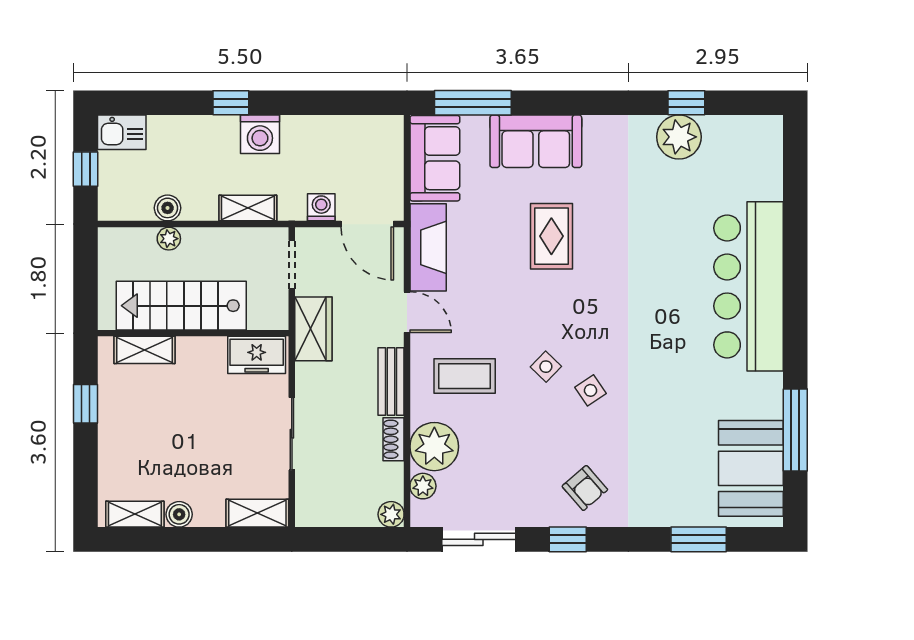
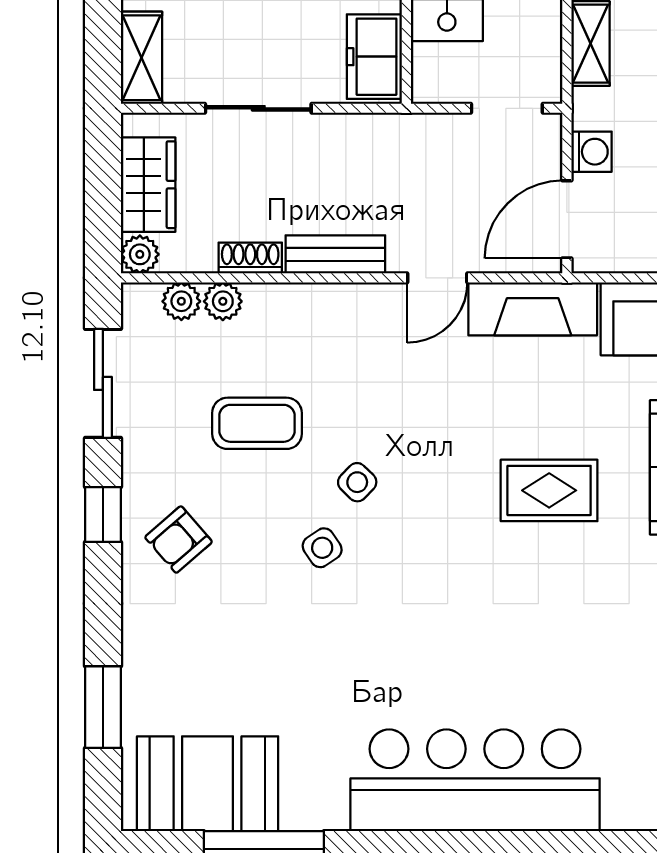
wardrobe: (313, 329) -> (148, 185), moved, turned -90
coffee table: (465, 376) -> (257, 423), moved, turned 90
plant: (434, 447) -> (223, 301), width x0.53, depth x0.53

